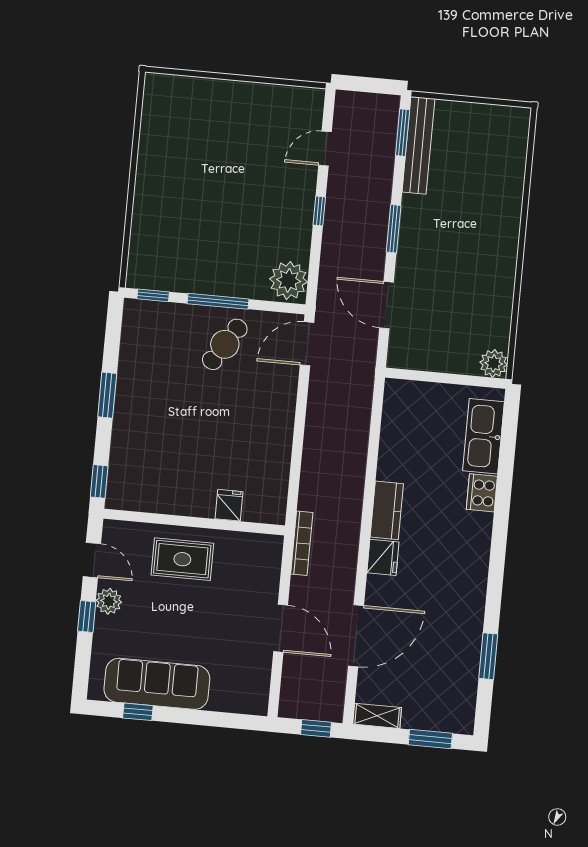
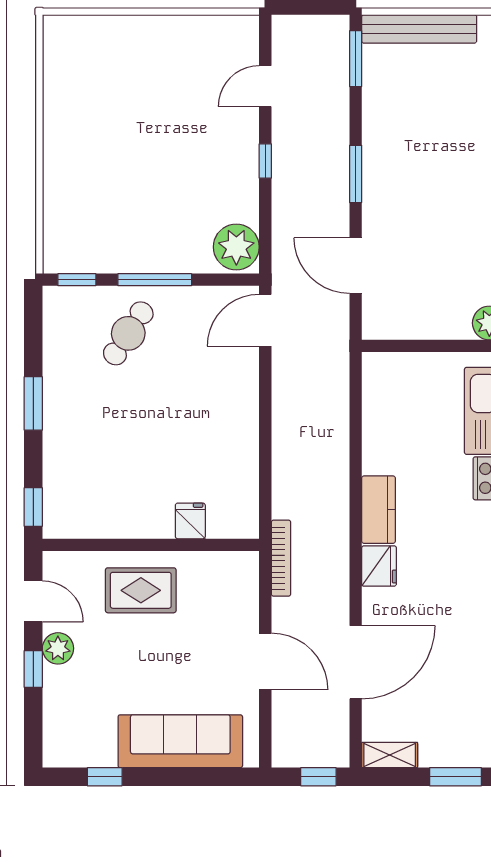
bench: (418, 145) -> (419, 29), moved, turned 90
cafe table: (225, 344) -> (128, 333), moved
sofa: (157, 684) -> (180, 741), moved

